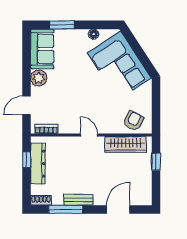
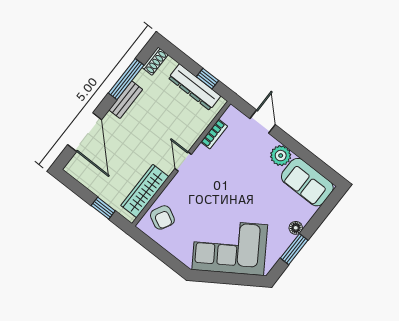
window: (62, 25) -> (294, 249), moved
floor lamp: (94, 34) -> (296, 228), moved
bookcase: (46, 129) -> (214, 134), moved
door: (89, 135) -> (183, 161), swing flipped
door: (118, 209) -> (85, 132), width x1.36

